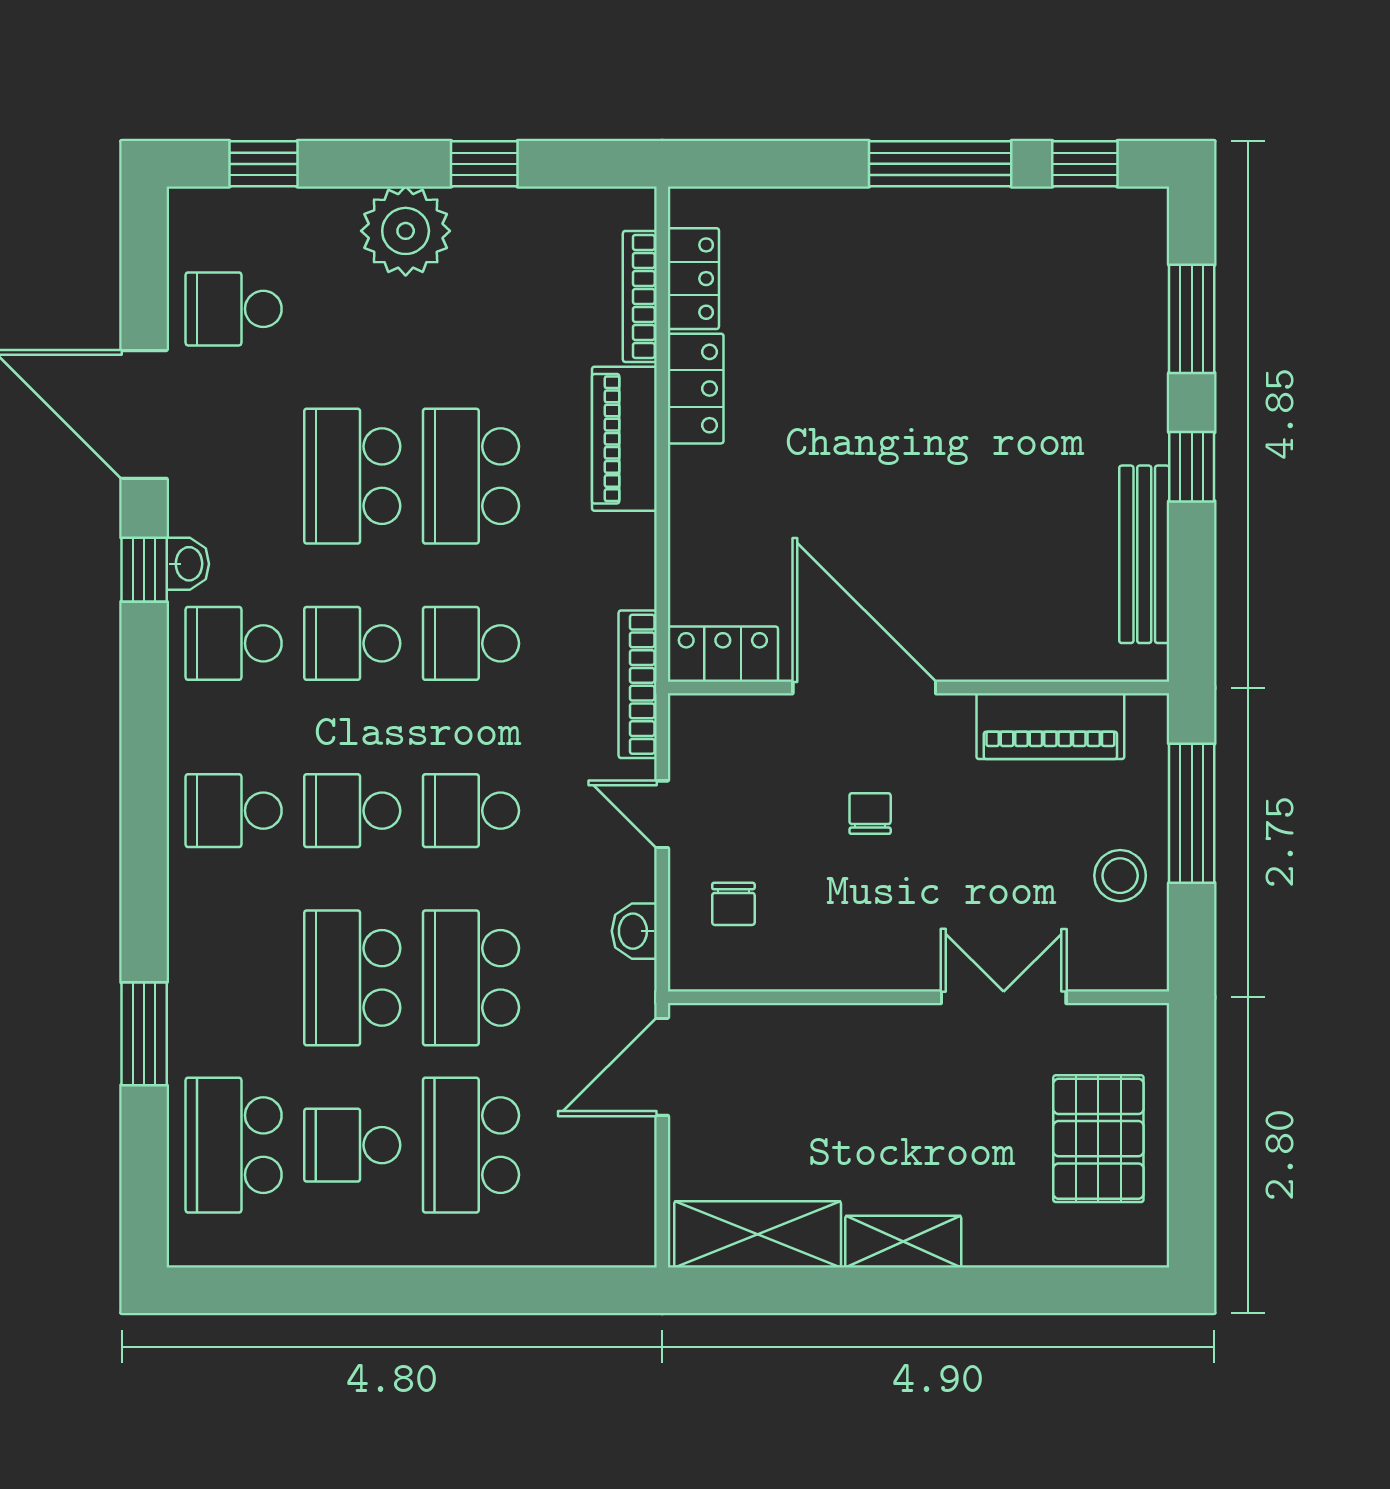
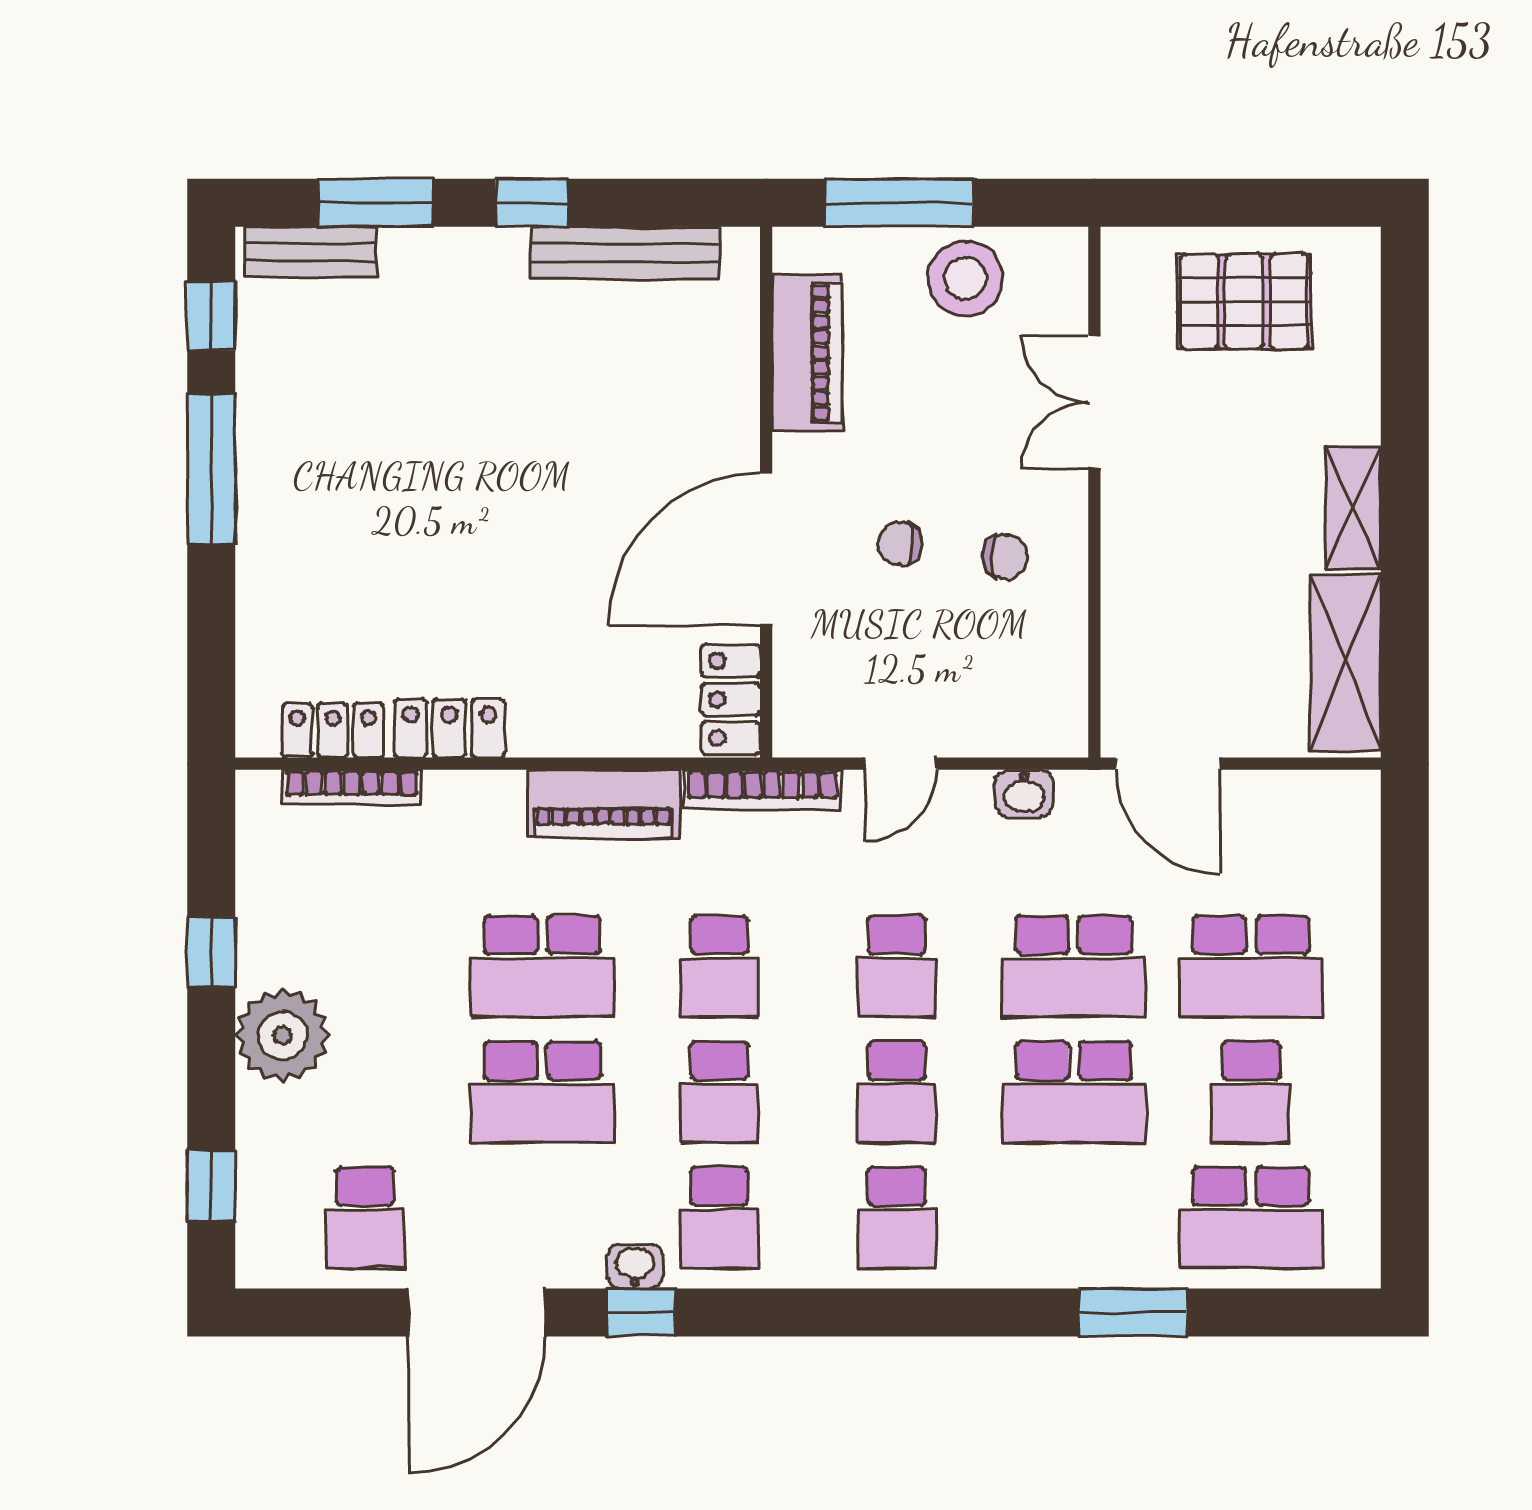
bench: (1145, 258) -> (311, 252), added
piano: (624, 439) -> (603, 804), moved
stool: (1120, 876) -> (965, 278), width x1.38, depth x1.38
chair: (733, 904) -> (1005, 557), moved

